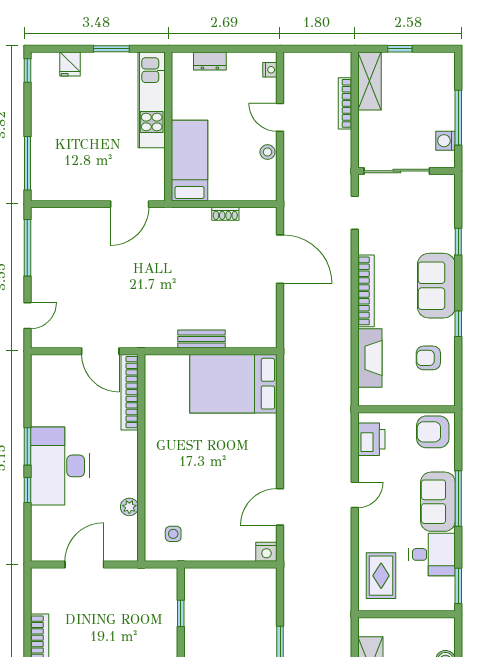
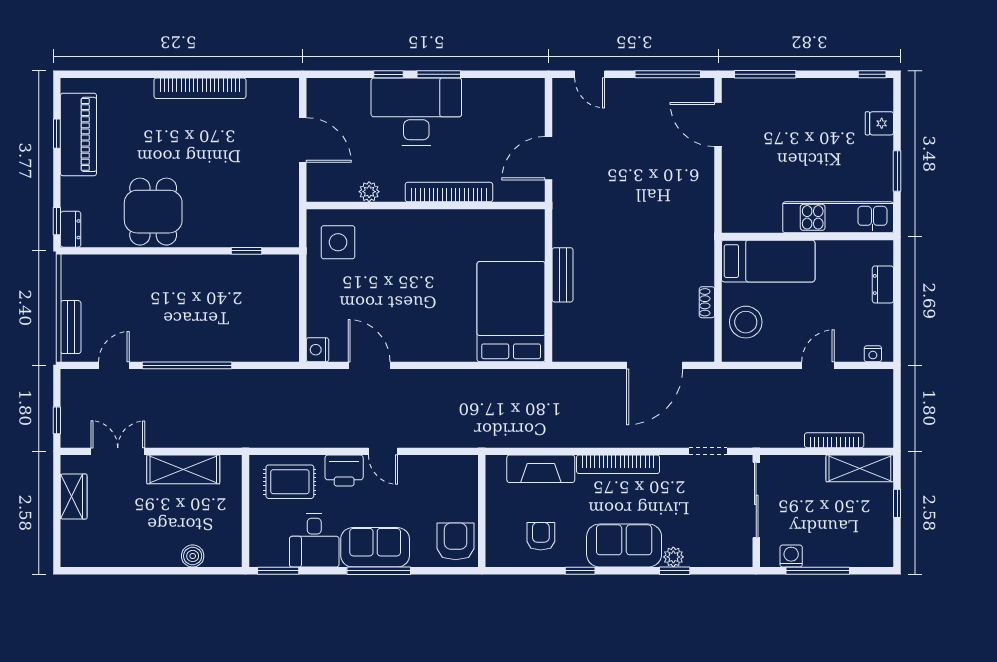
stool: (268, 152) -> (746, 322), moved, width x1.89, depth x1.89
door: (130, 204) -> (718, 125), moved
plant: (446, 243) -> (673, 557), added
bookcase: (130, 392) -> (449, 192), moved
printer: (371, 439) -> (344, 471), moved
side table: (173, 534) -> (338, 242), width x1.87, depth x1.87

